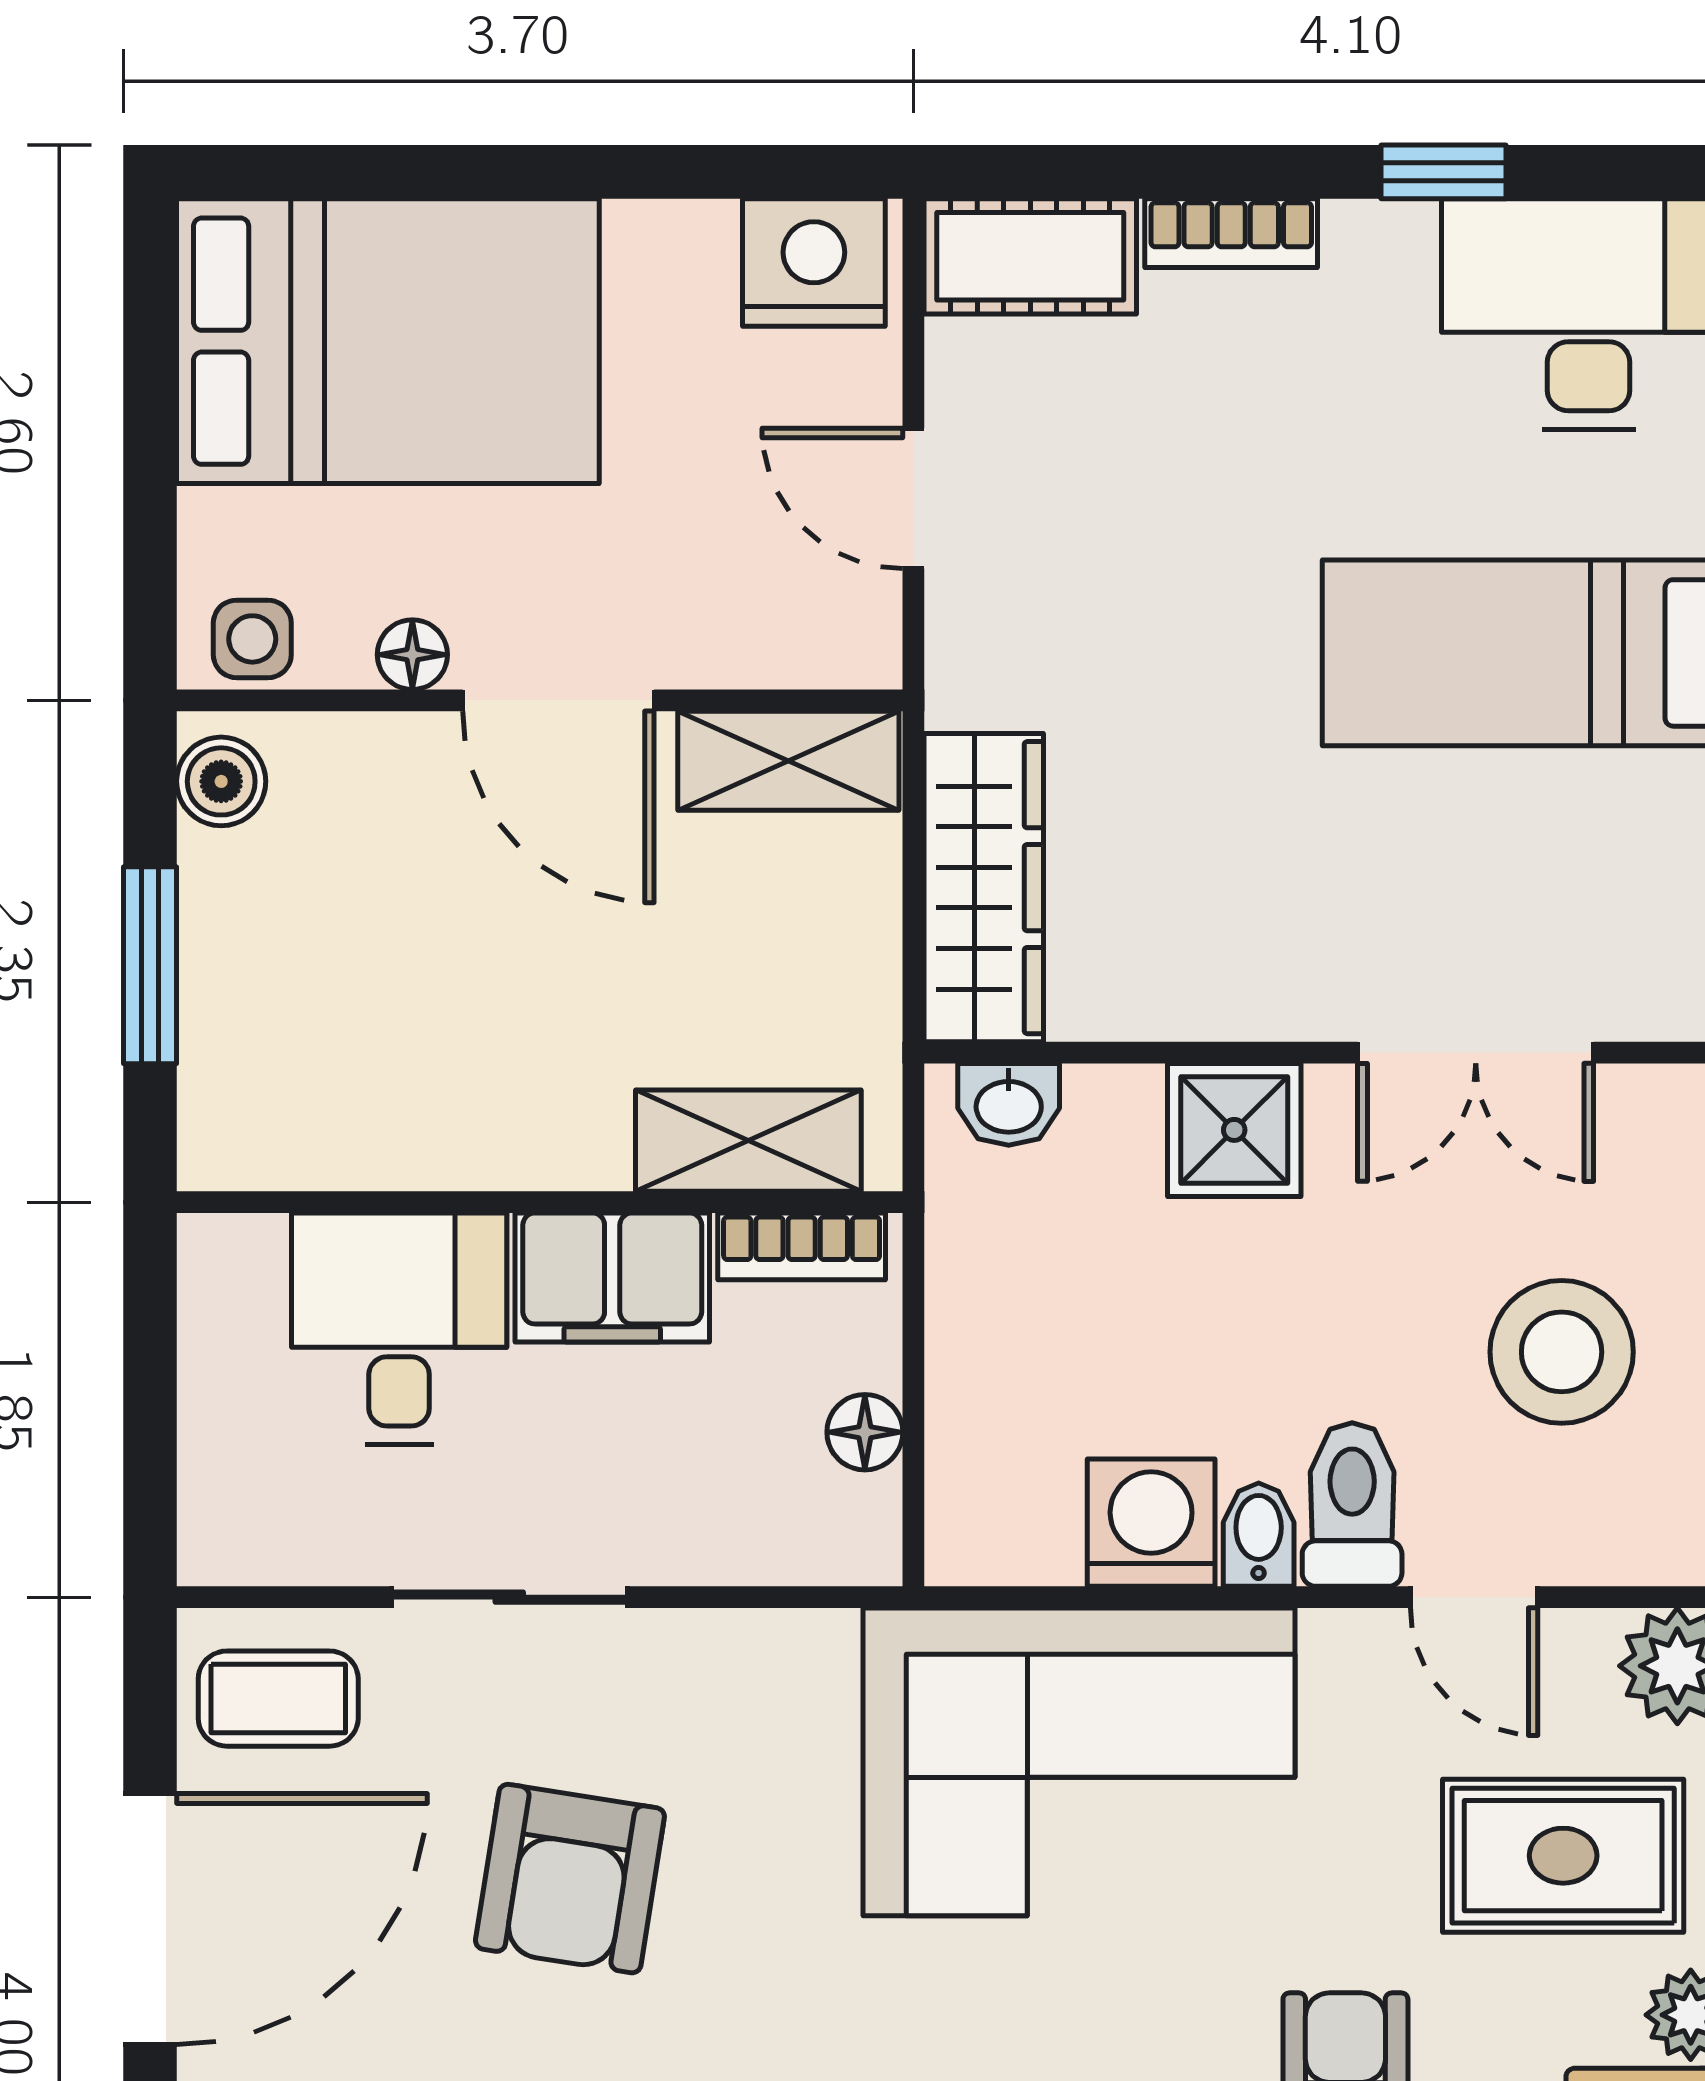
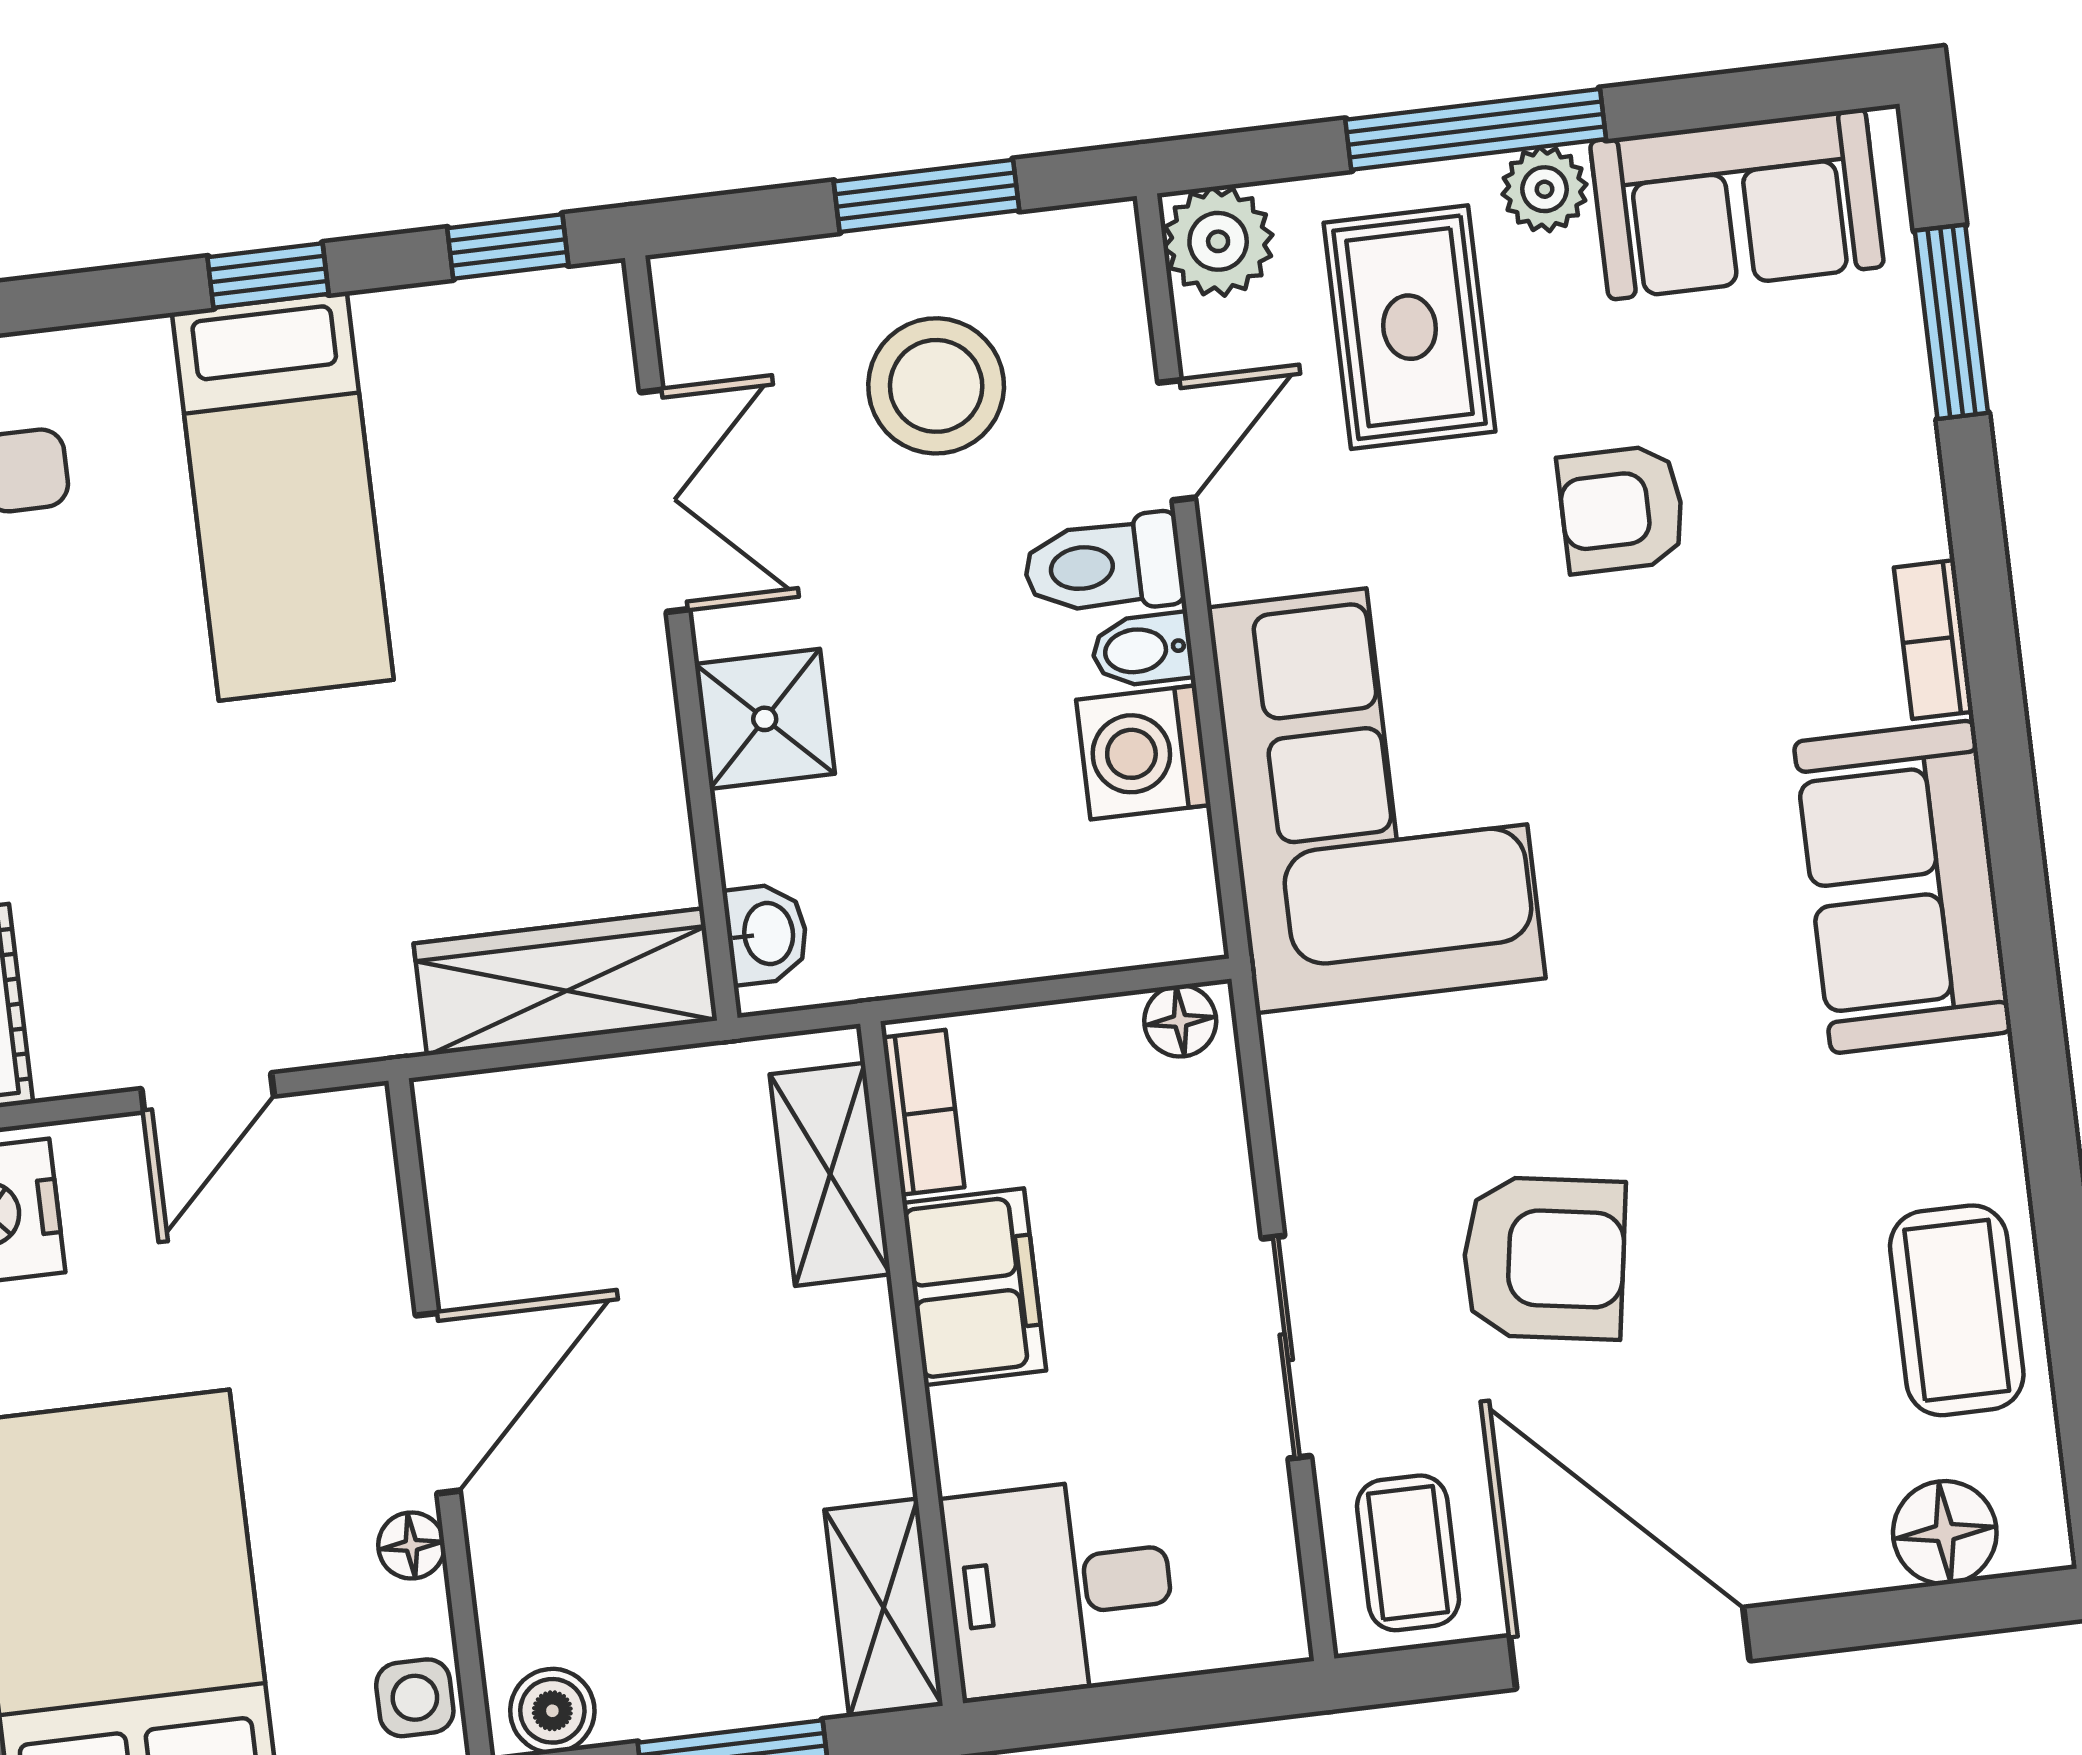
shelving: (788, 761) -> (884, 1608), moved
desk: (399, 1329) -> (1059, 1587), moved
floor lamp: (865, 1432) -> (1180, 1021), moved

